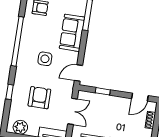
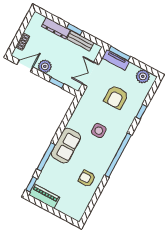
door: (79, 73) -> (73, 107), removed
plant: (120, 103) -> (45, 66), added

